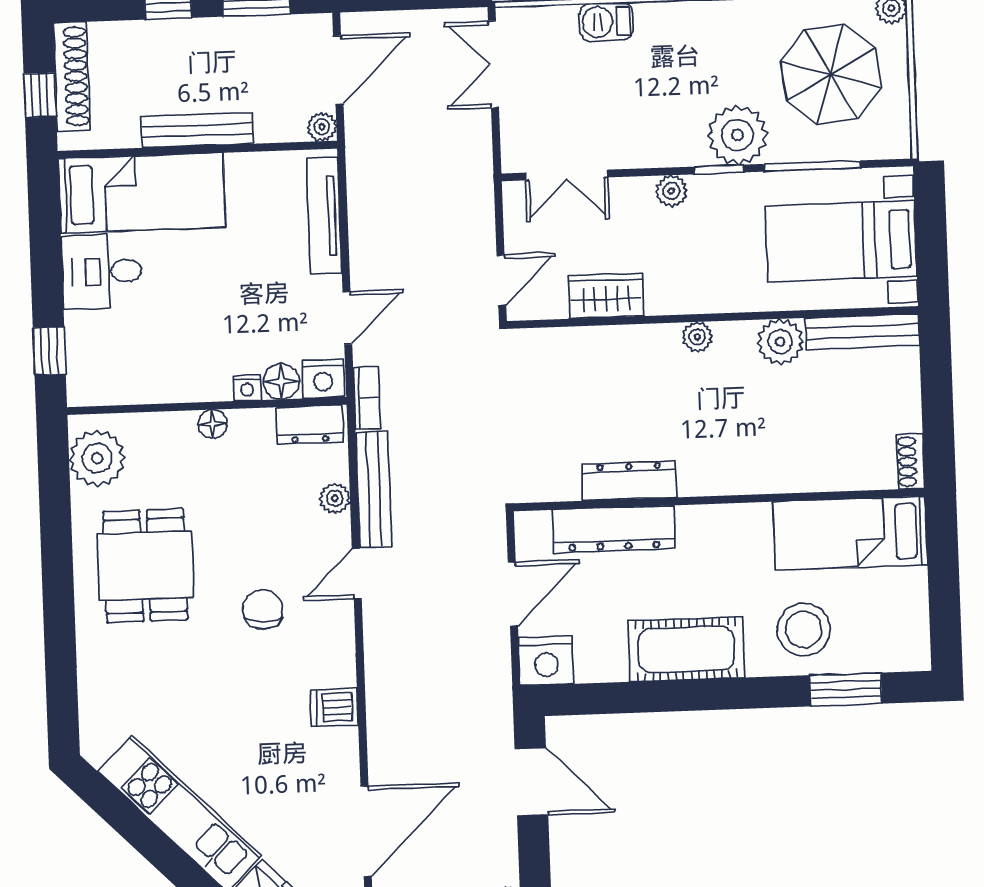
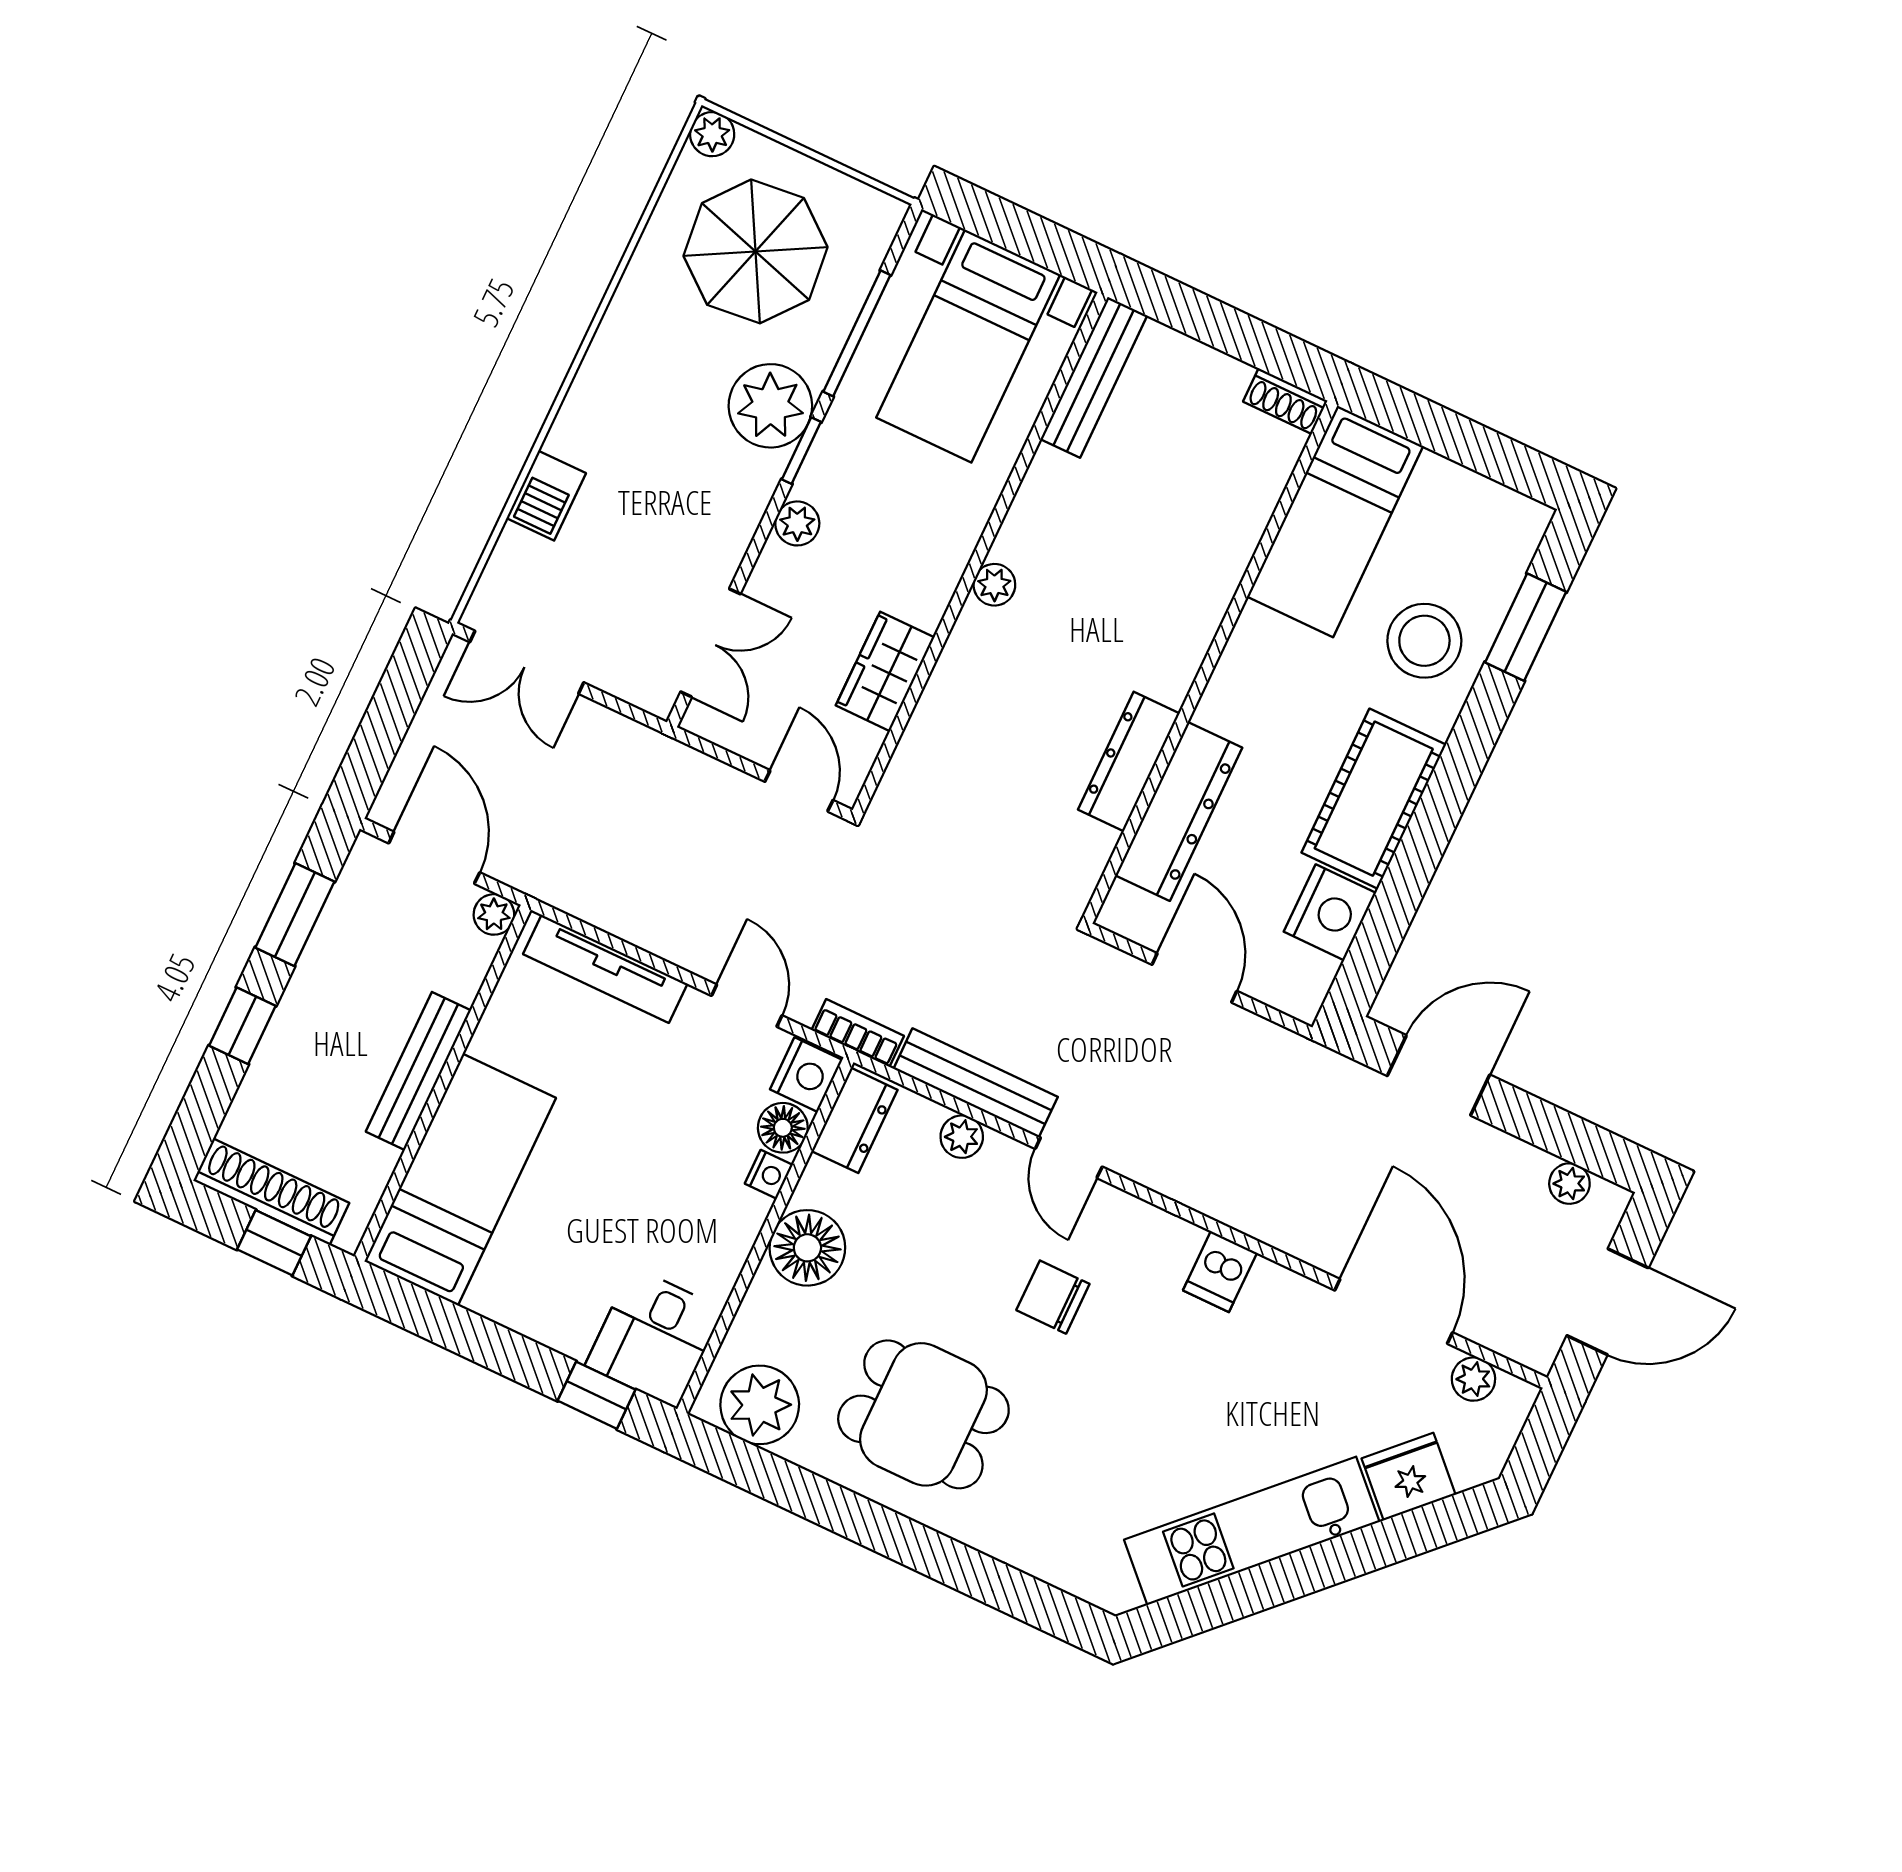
desk: (102, 272) -> (654, 1337), moved
plant: (780, 342) -> (1053, 485), removed
floor lamp: (213, 424) -> (807, 1248), width x1.89, depth x1.89
nightstand: (546, 661) -> (1330, 912), moved

